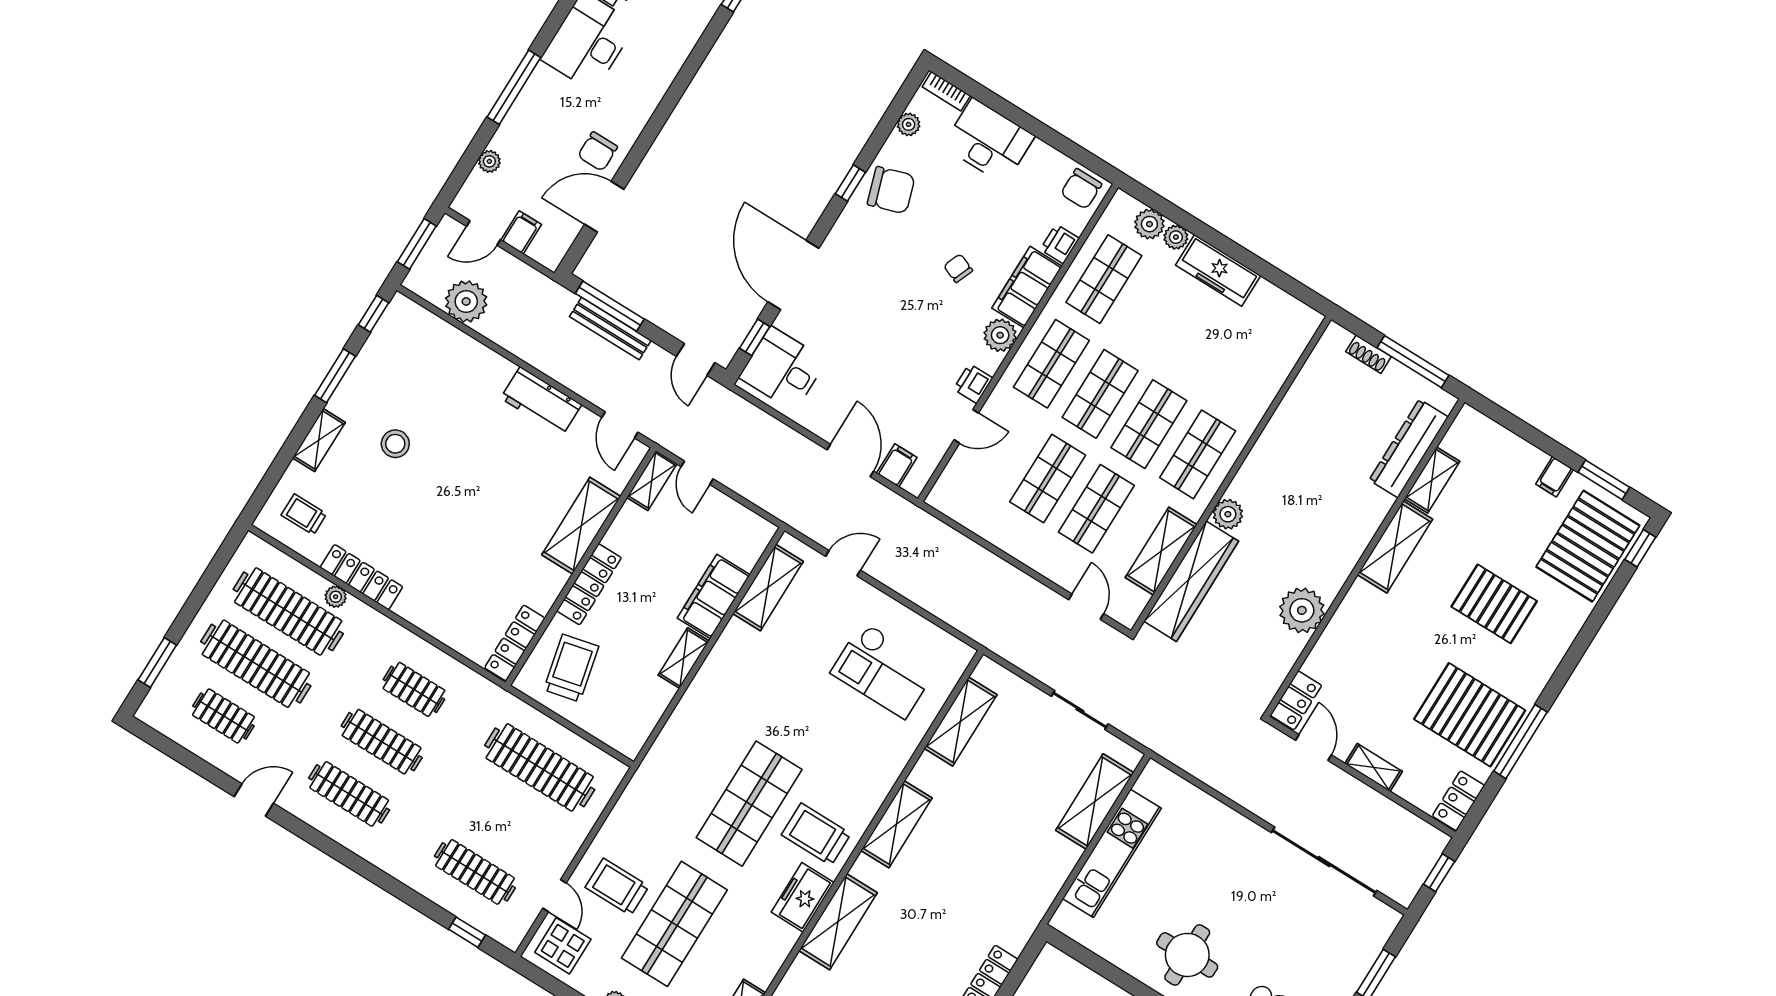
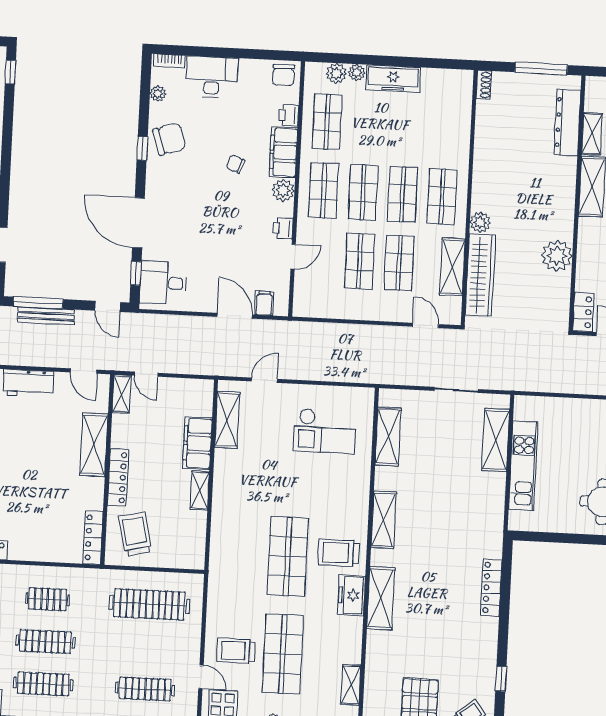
shoe rack: (1369, 354) -> (484, 85), moved, turned -90

